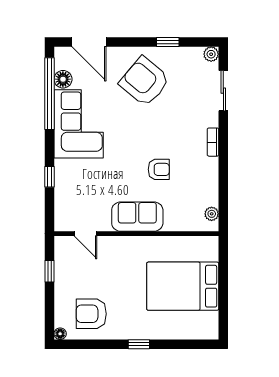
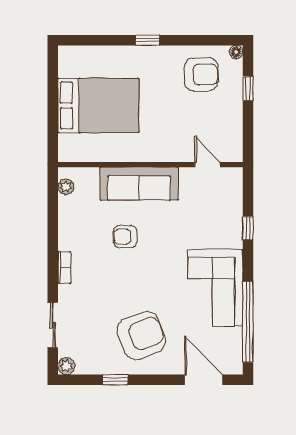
floor lamp: (63, 79) -> (233, 338), removed
armchair: (145, 81) -> (141, 335), turned -61
sofa: (137, 217) -> (139, 184), width x1.36
window: (50, 271) -> (248, 89), moved

